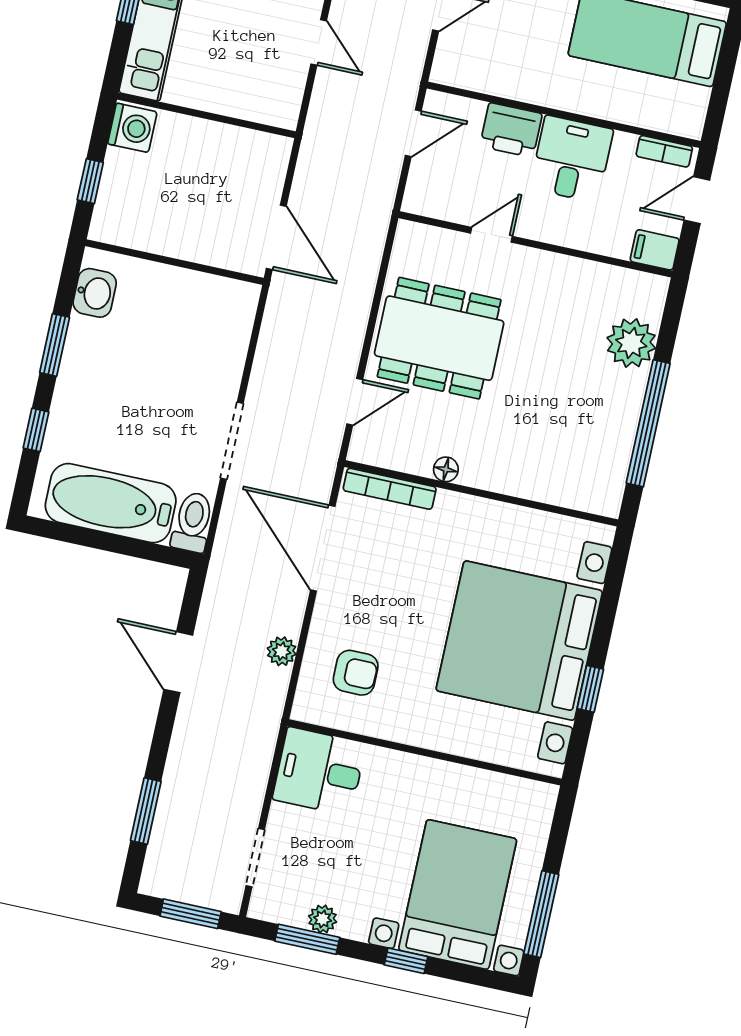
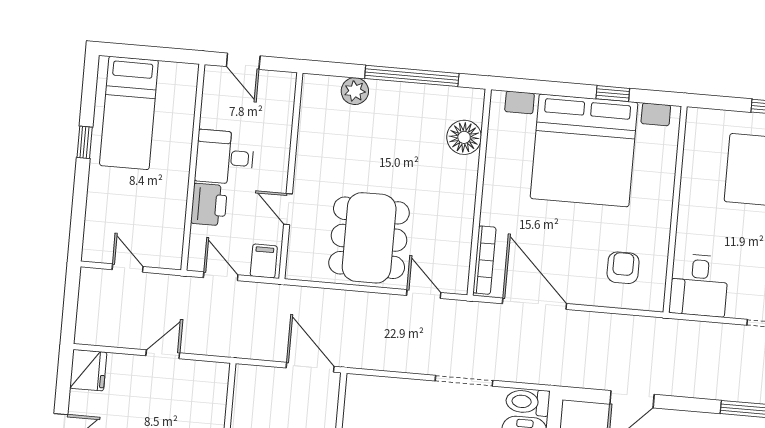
bookcase: (664, 151) -> (210, 90), removed
door: (276, 237) -> (310, 367), hinge flipped
filing cabinet: (655, 250) -> (264, 261), moved, turned 180
plant: (631, 343) -> (355, 91), width x0.73, depth x0.73
floor lamp: (446, 469) -> (464, 137), moved, width x1.89, depth x1.89
door: (323, 548) -> (535, 304), swing flipped
plant: (282, 651) -> (614, 324), removed

